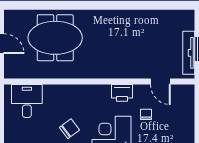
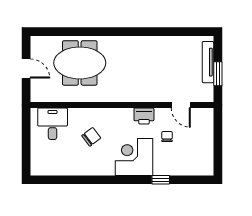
tv unit: (189, 53) -> (208, 62), moved
chair: (69, 129) -> (91, 137), moved

